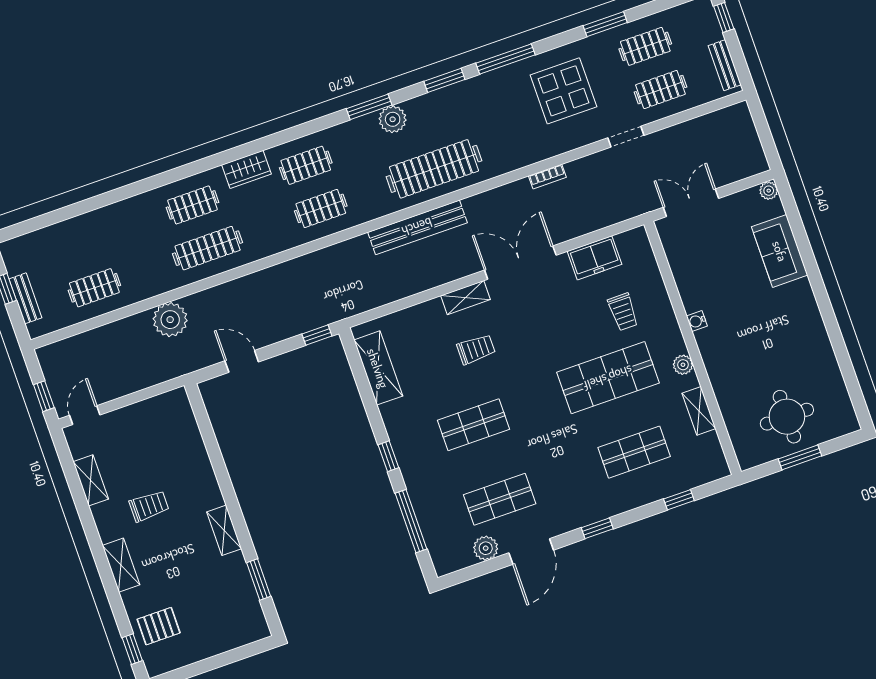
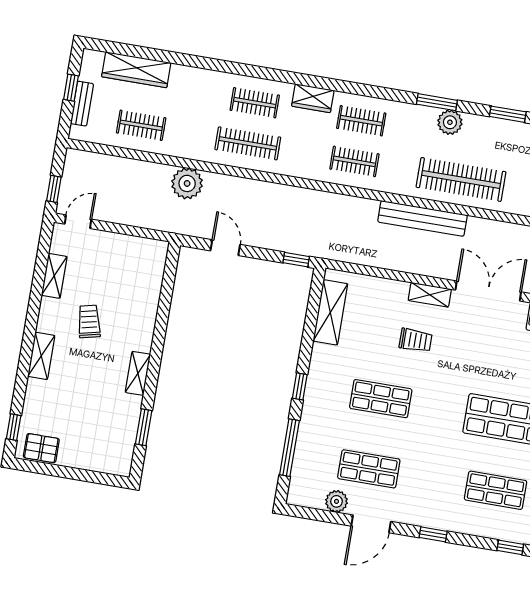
wardrobe: (60, 236) -> (136, 70), added
trolley: (149, 506) -> (89, 321), turned -103
pallet: (159, 626) -> (41, 448), moved

